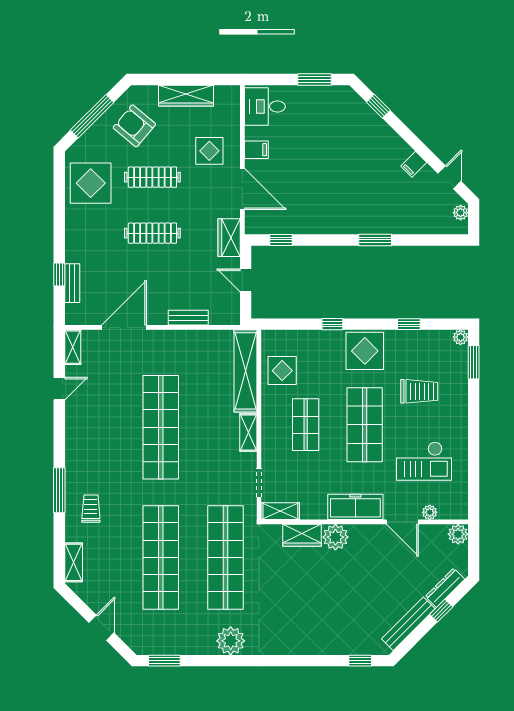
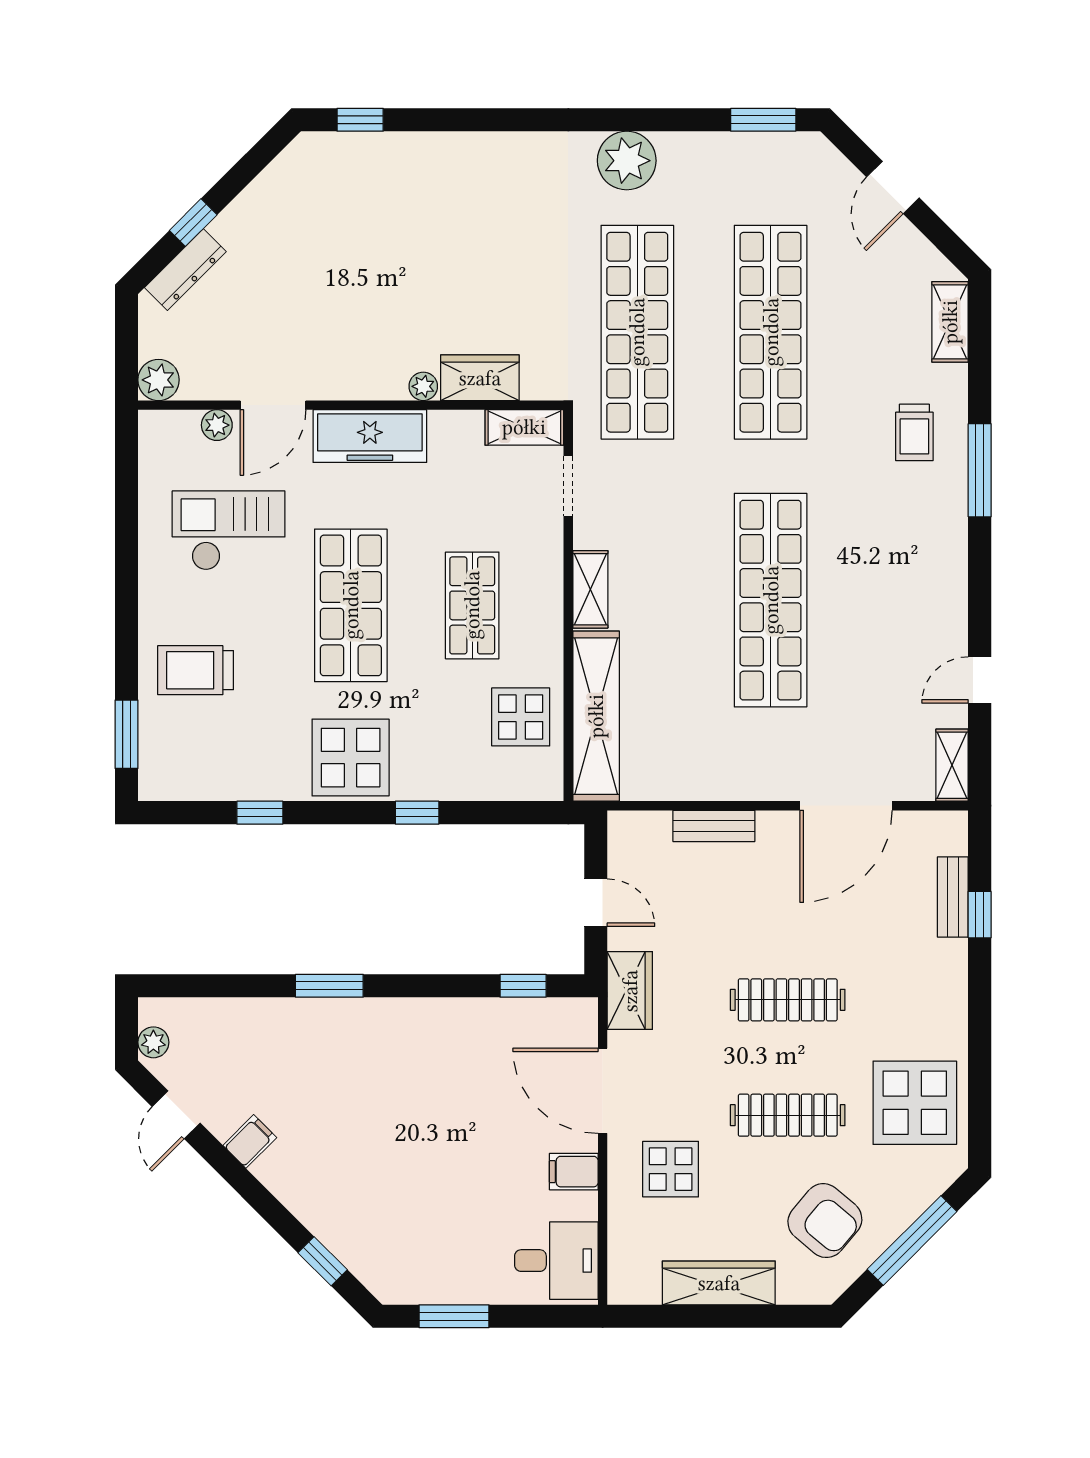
plant: (460, 337) -> (154, 786), removed
trolley: (419, 391) -> (196, 670), moved
door: (402, 522) -> (273, 405), swing flipped
plant: (335, 537) -> (423, 386), width x0.53, depth x0.53
bench: (408, 624) -> (261, 195), removed

